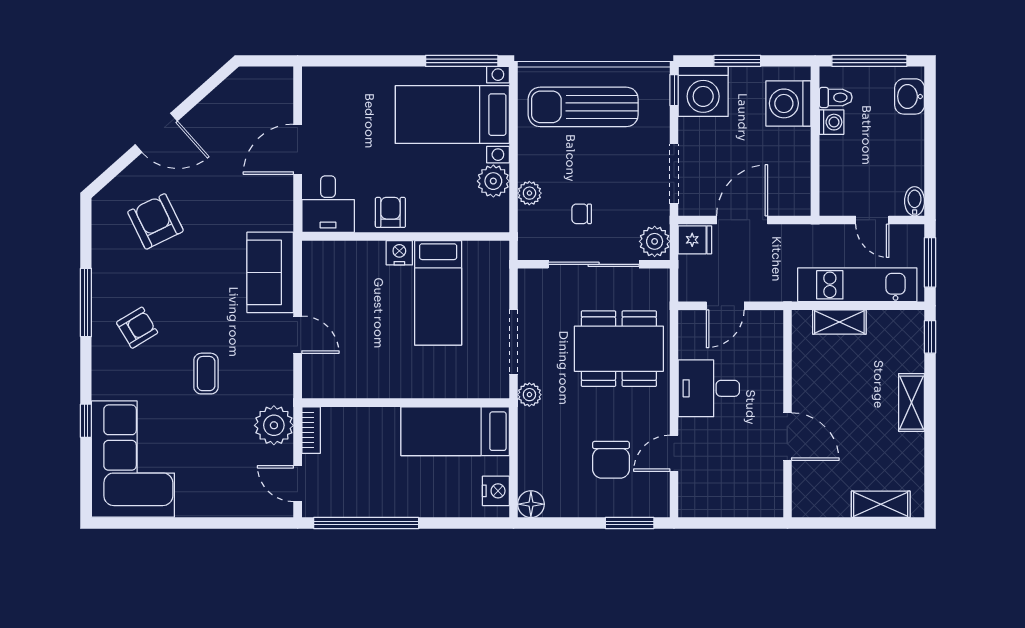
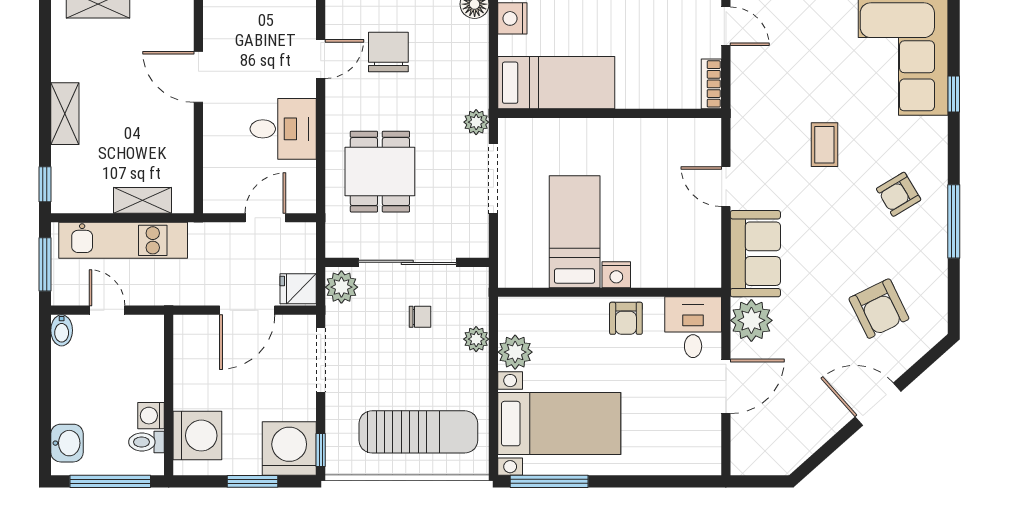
dining table: (619, 349) -> (380, 172), width x0.73
plant: (274, 425) -> (751, 320), moved

